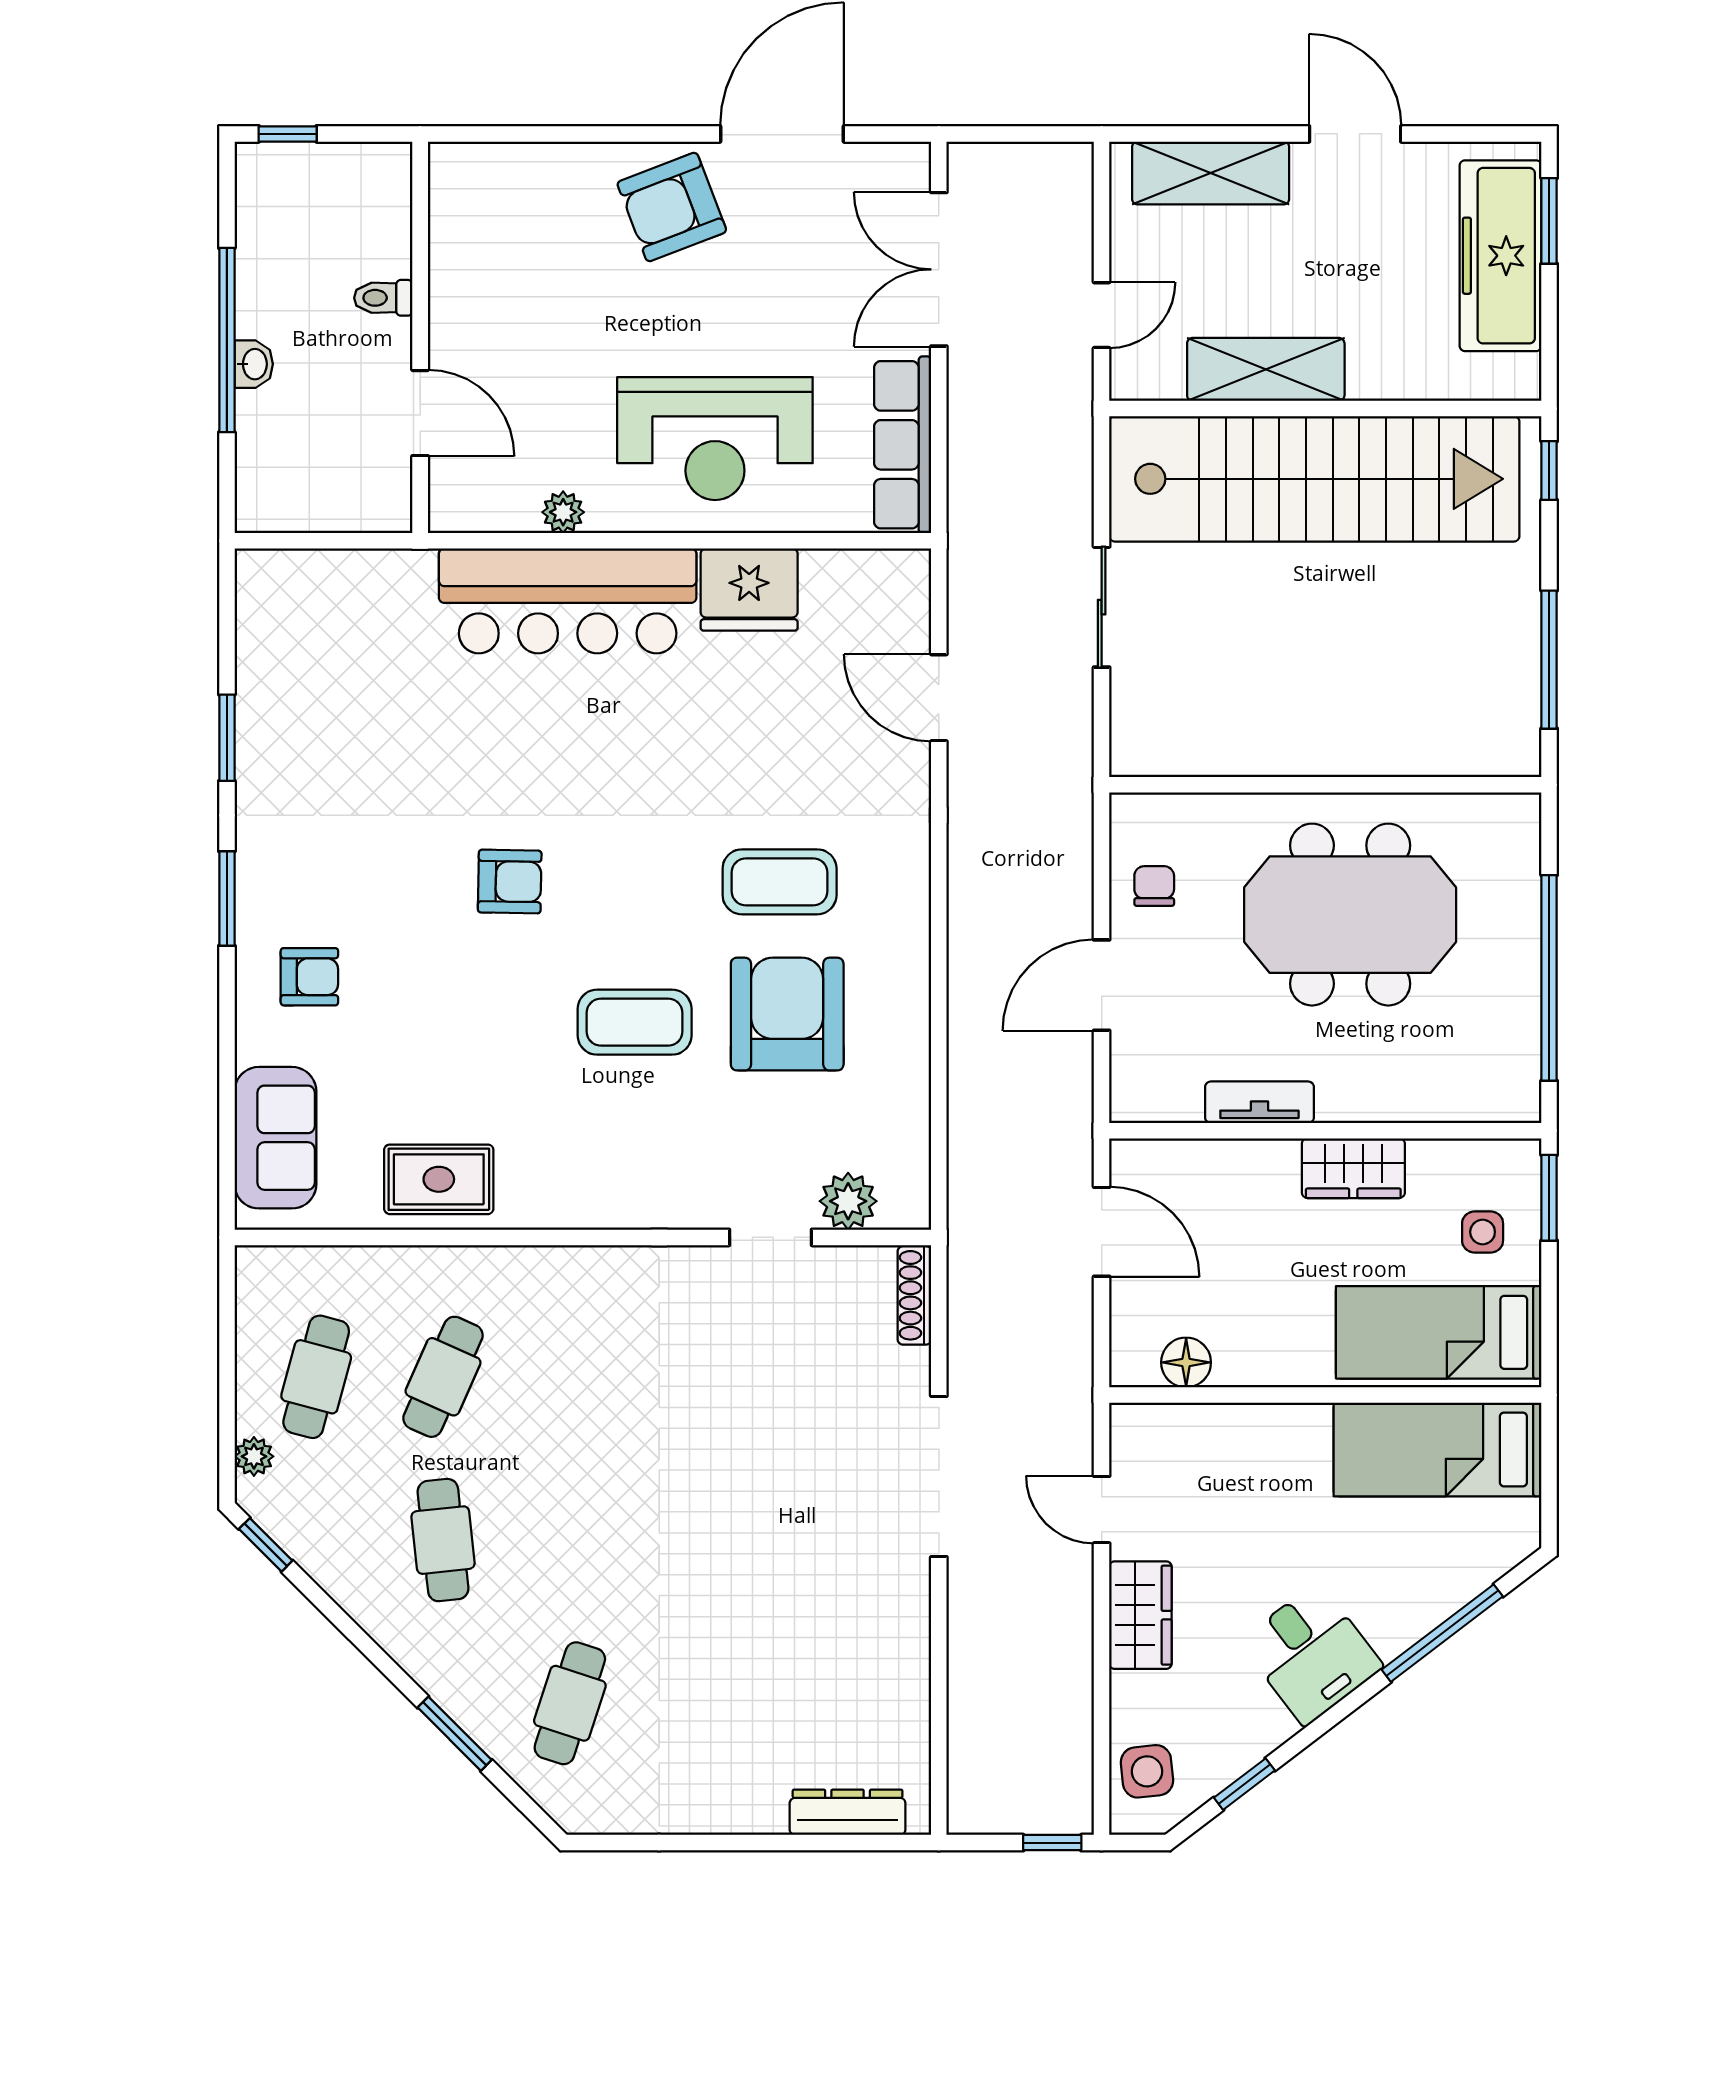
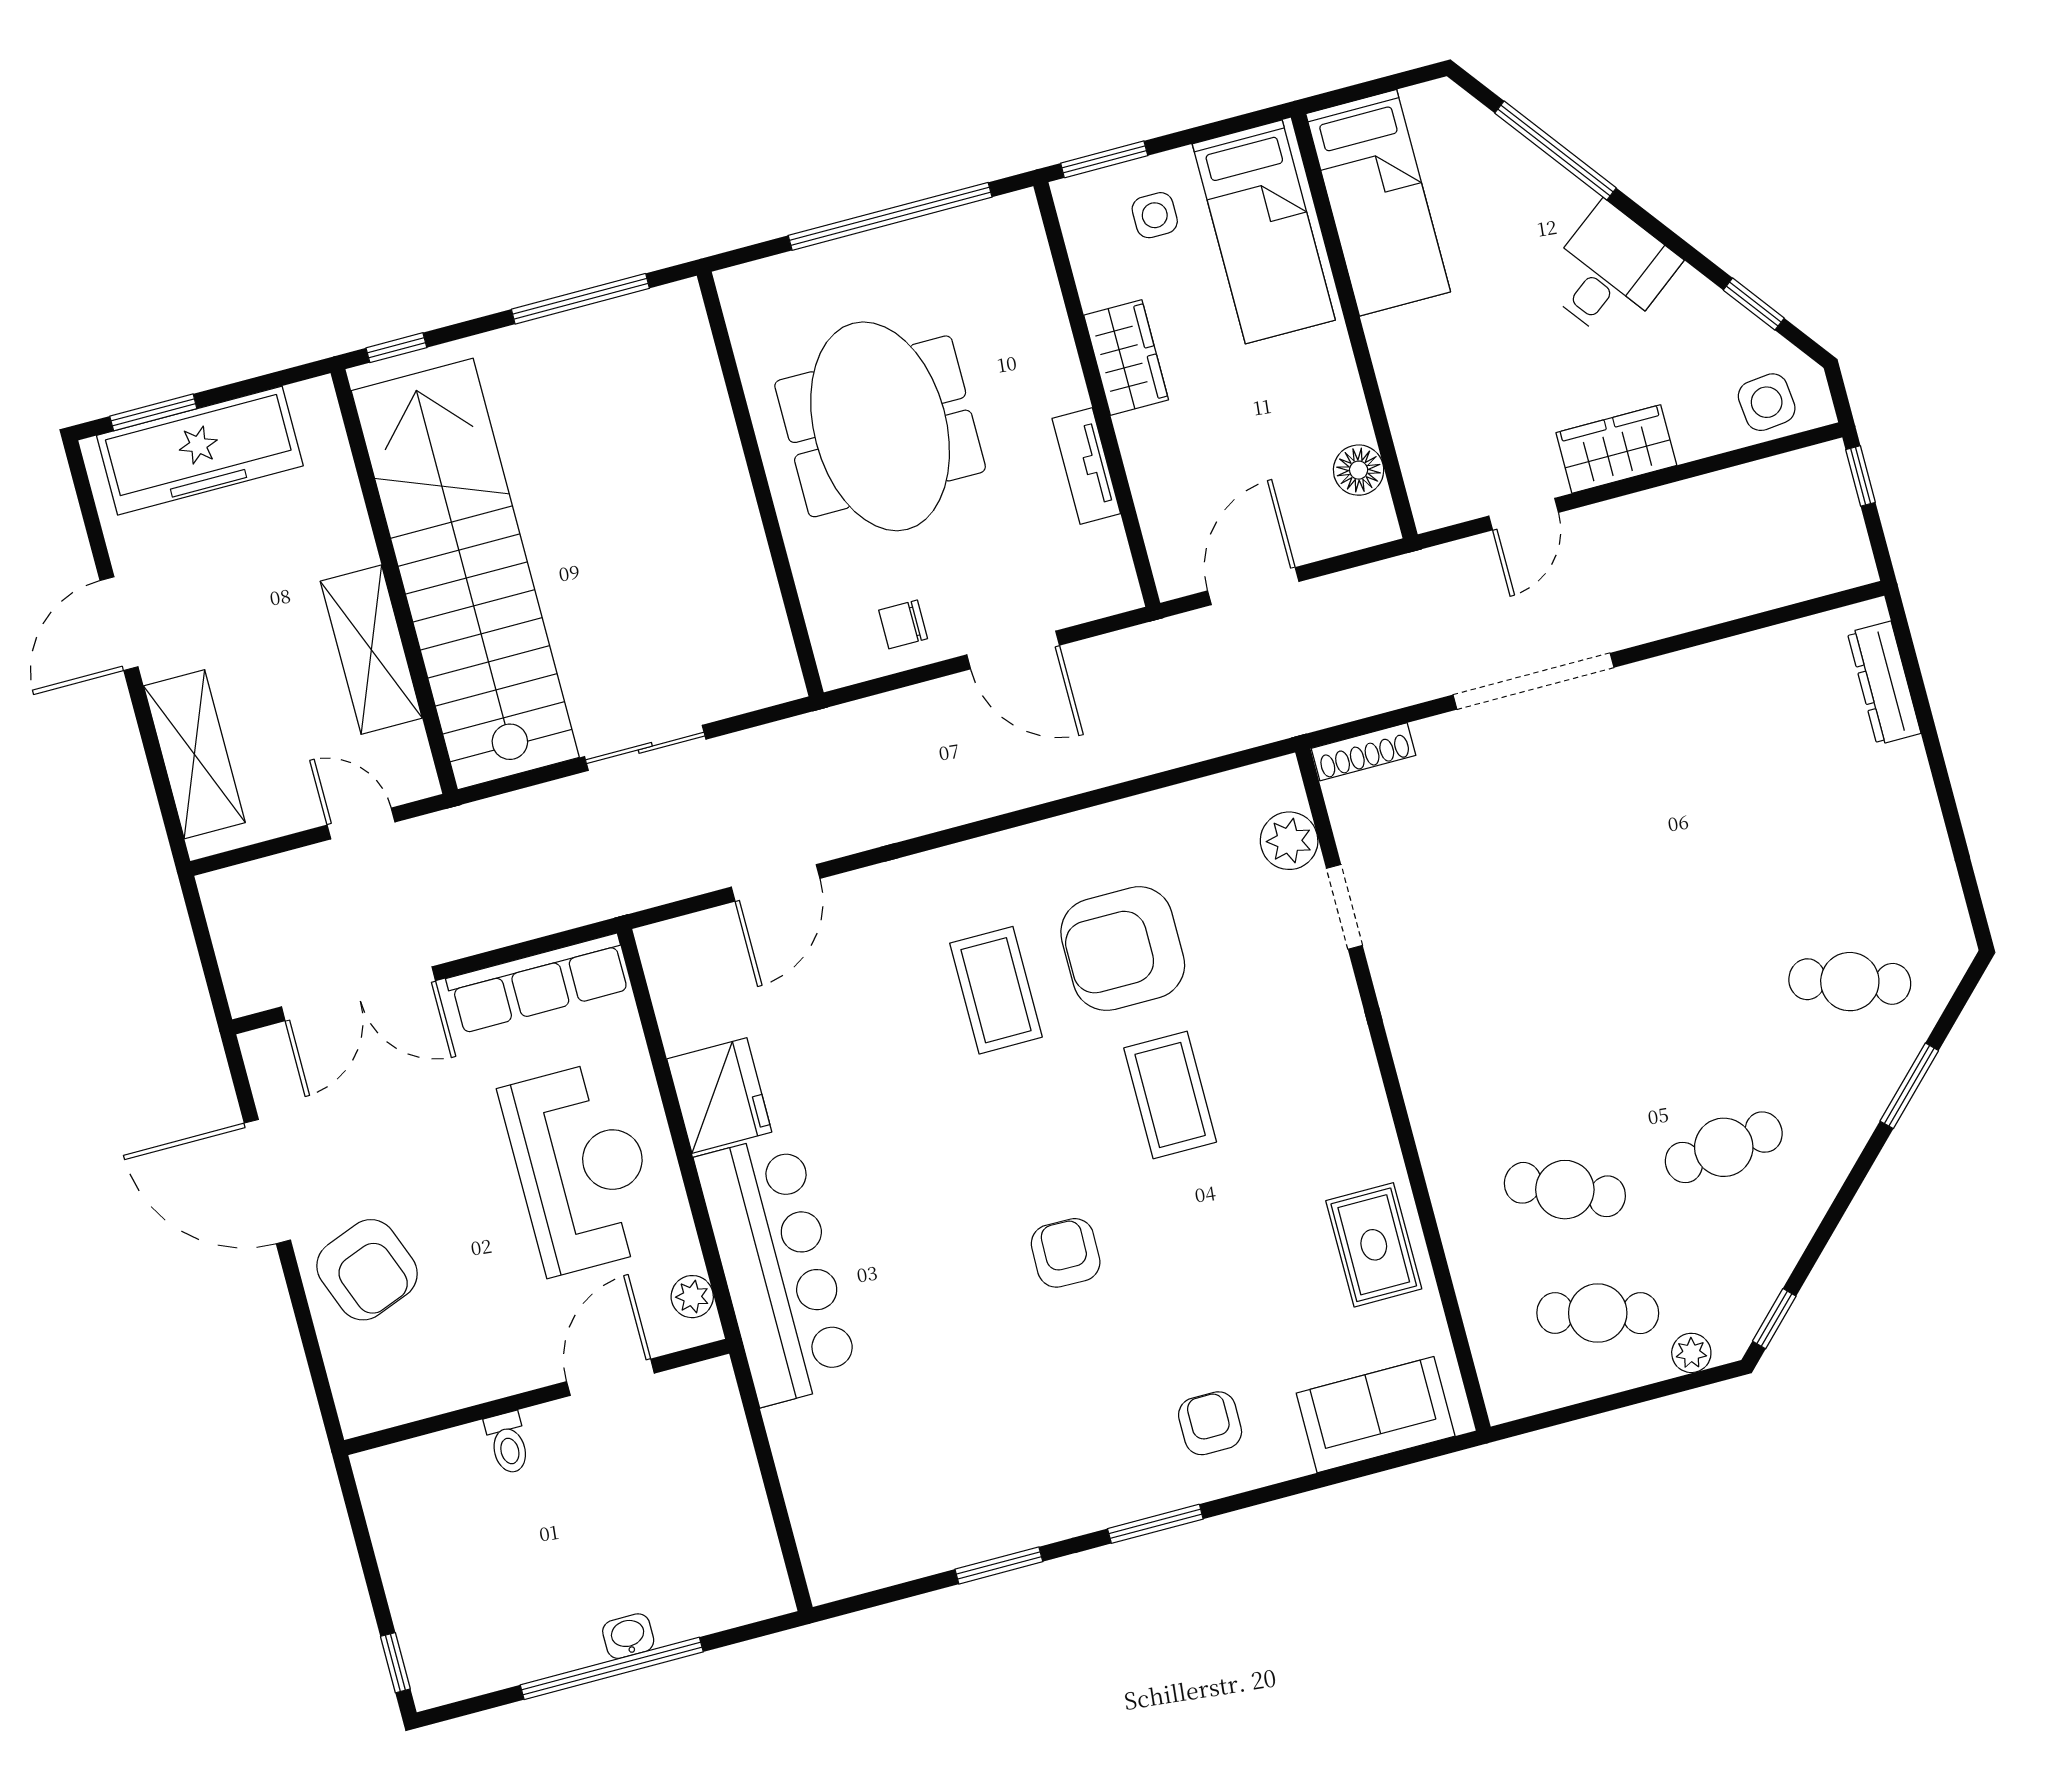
toilet: (383, 298) -> (508, 1443), moved
wall: (420, 337) -> (537, 1397), moved
door: (420, 413) -> (610, 1377), moved

